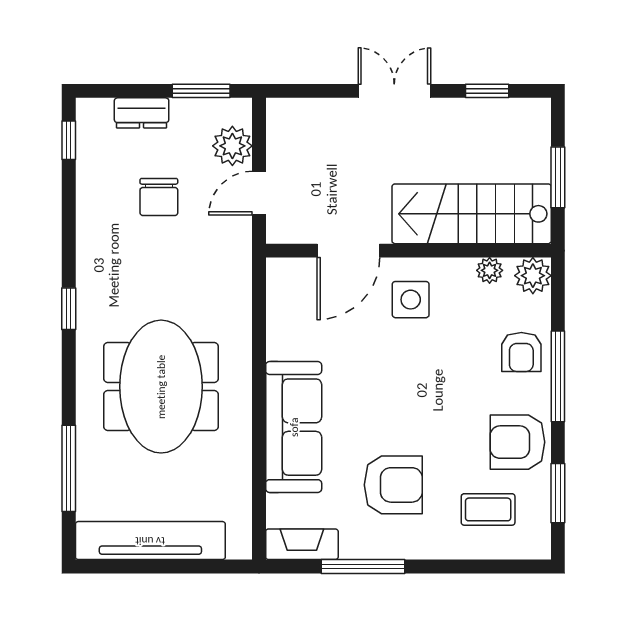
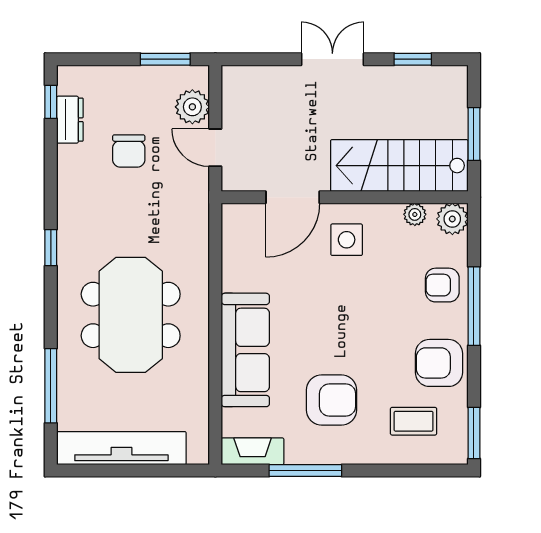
dresser: (142, 113) -> (70, 120), moved, turned -90
door: (259, 193) -> (215, 148), hinge flipped
armchair: (521, 352) -> (442, 285), turned 90
window: (558, 493) -> (474, 433), moved

